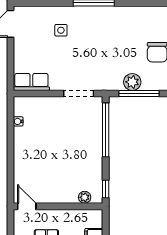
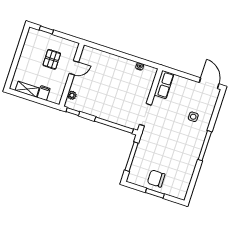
plant: (132, 82) -> (141, 155), removed
door: (27, 206) -> (74, 68), moved

